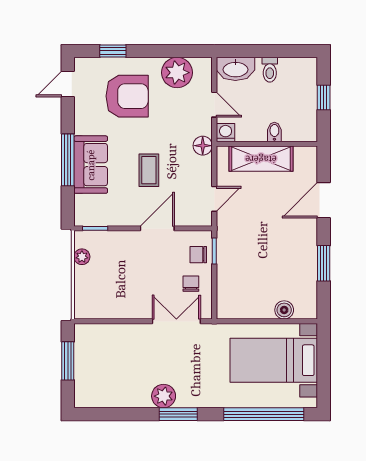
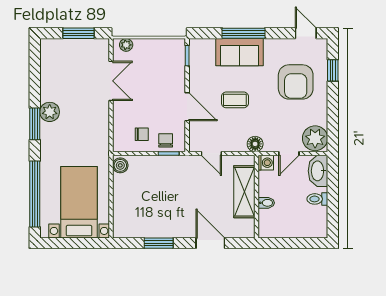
plant: (177, 73) -> (315, 138), moved
window: (324, 97) -> (295, 243), removed
plant: (82, 257) -> (126, 45), moved
boiler: (284, 310) -> (120, 165), moved
double door: (176, 321) -> (111, 81), moved

